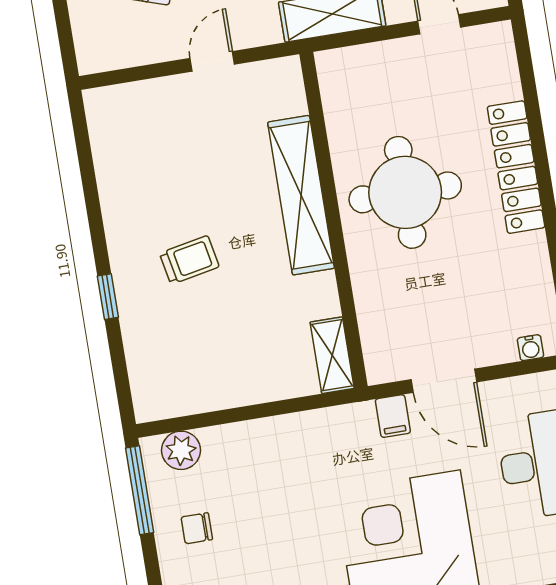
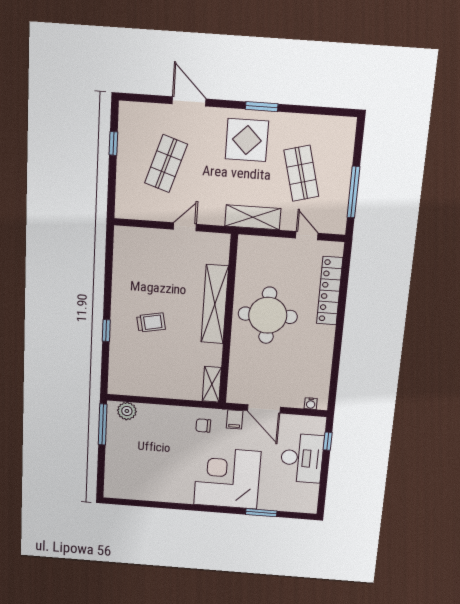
locker: (516, 167) -> (330, 291), moved
chair: (197, 528) -> (203, 426), moved

